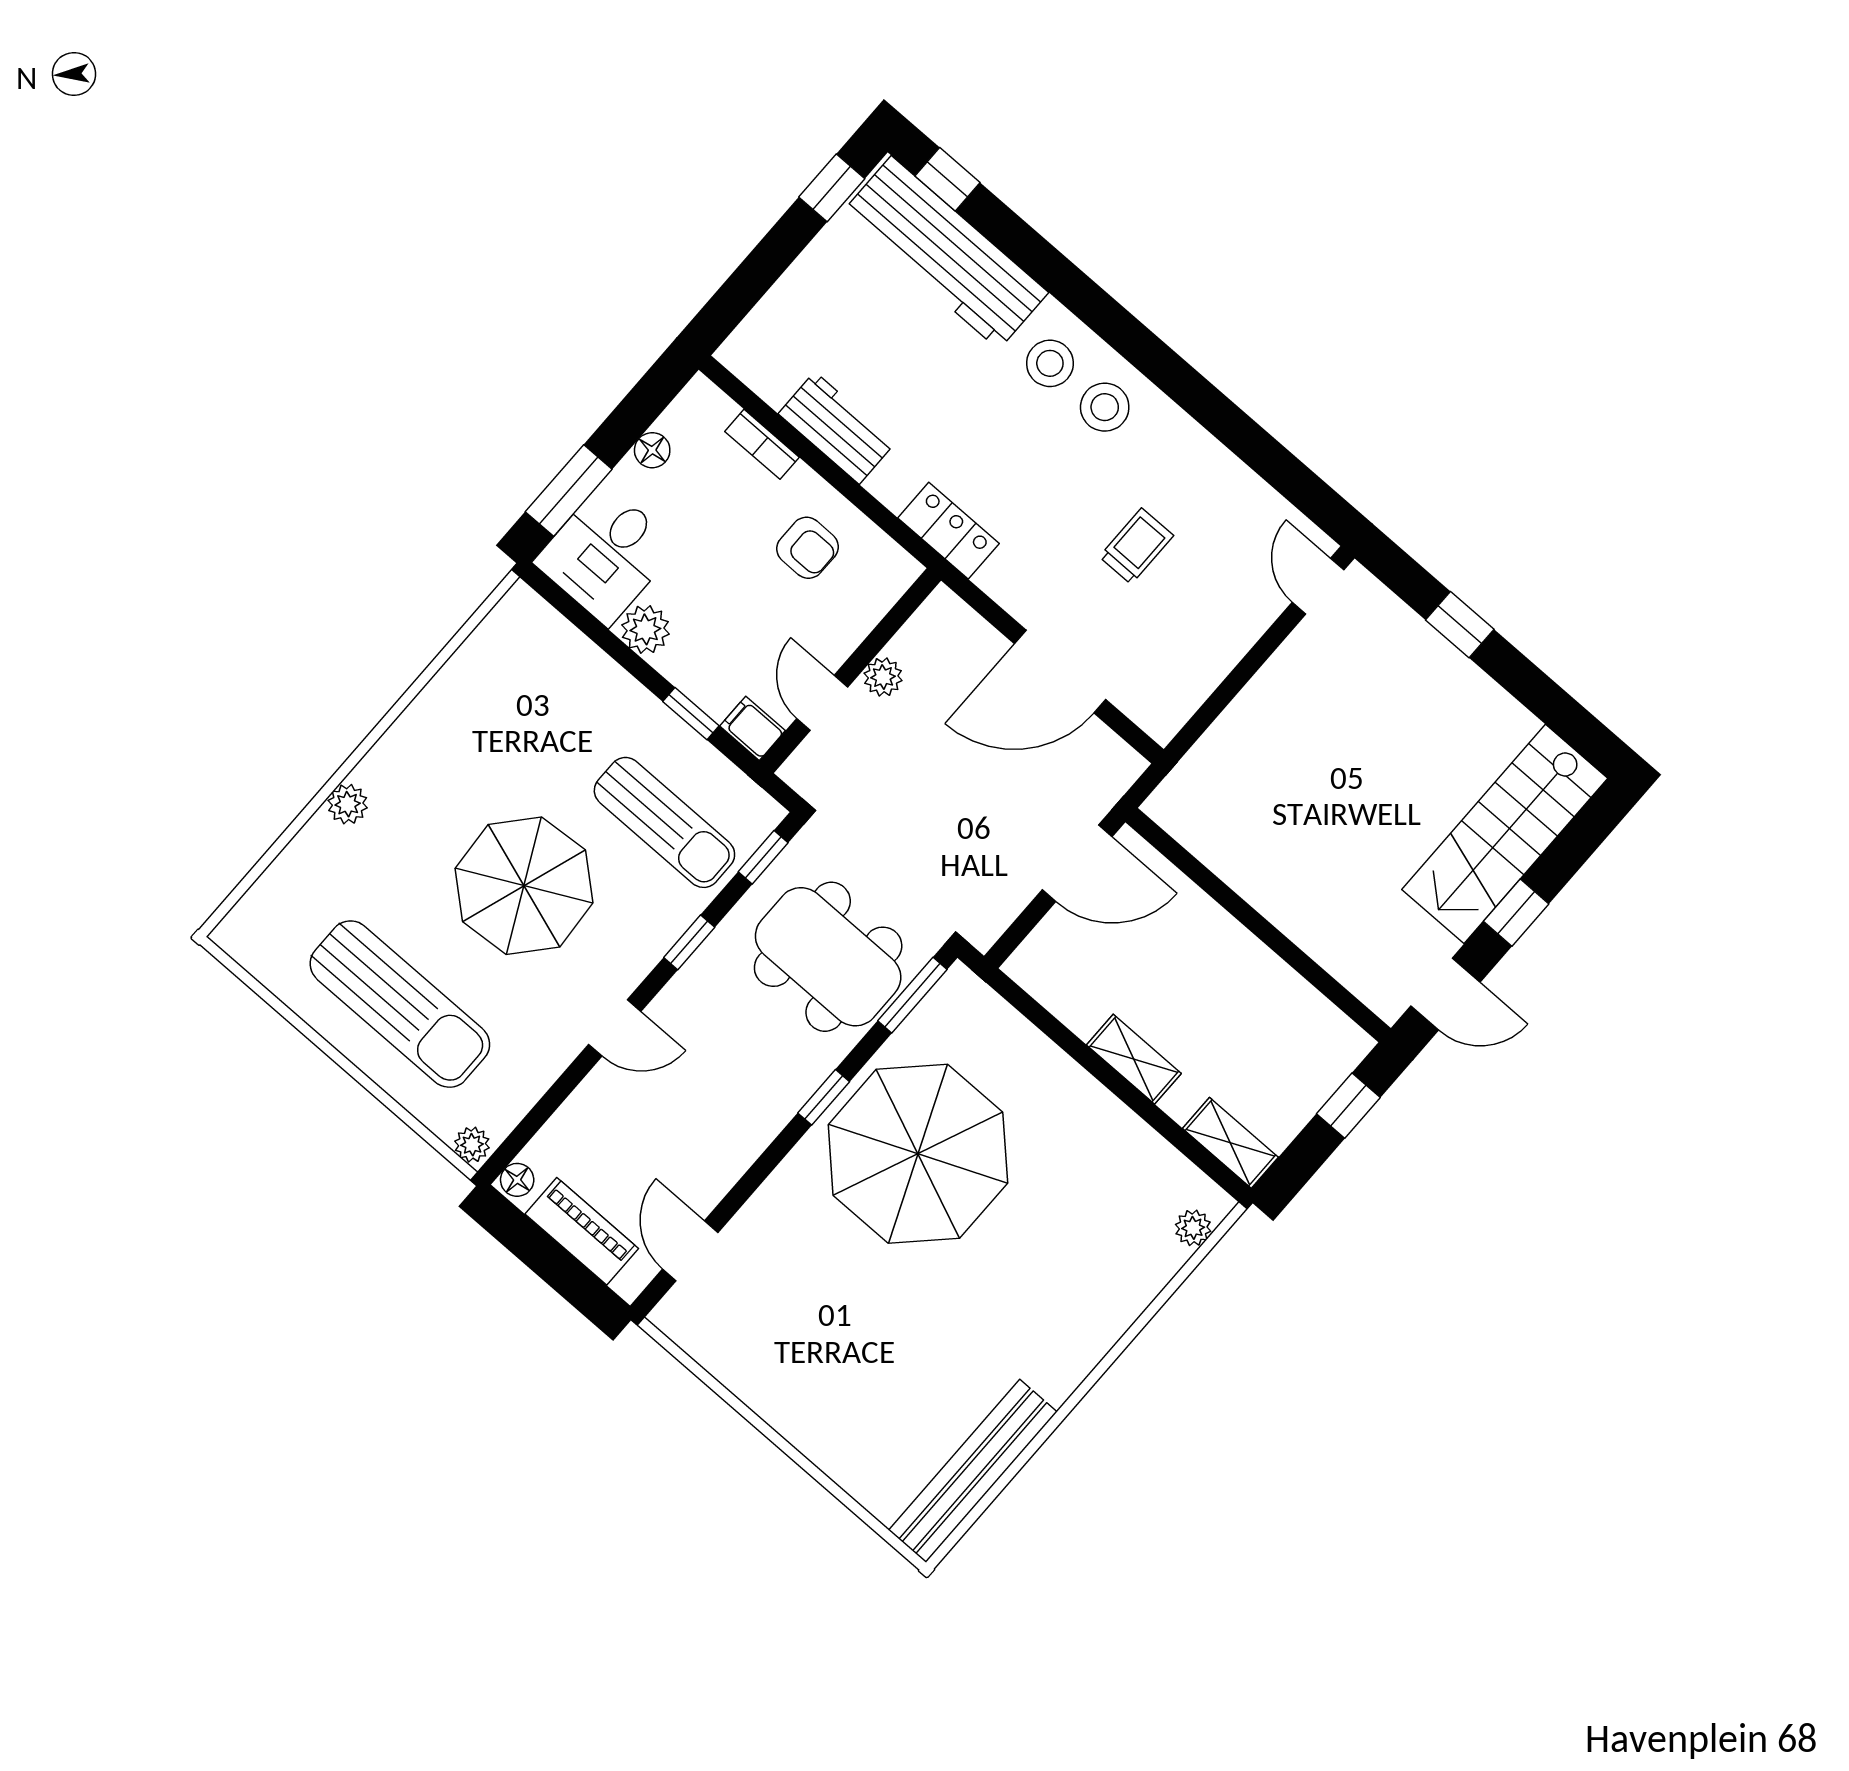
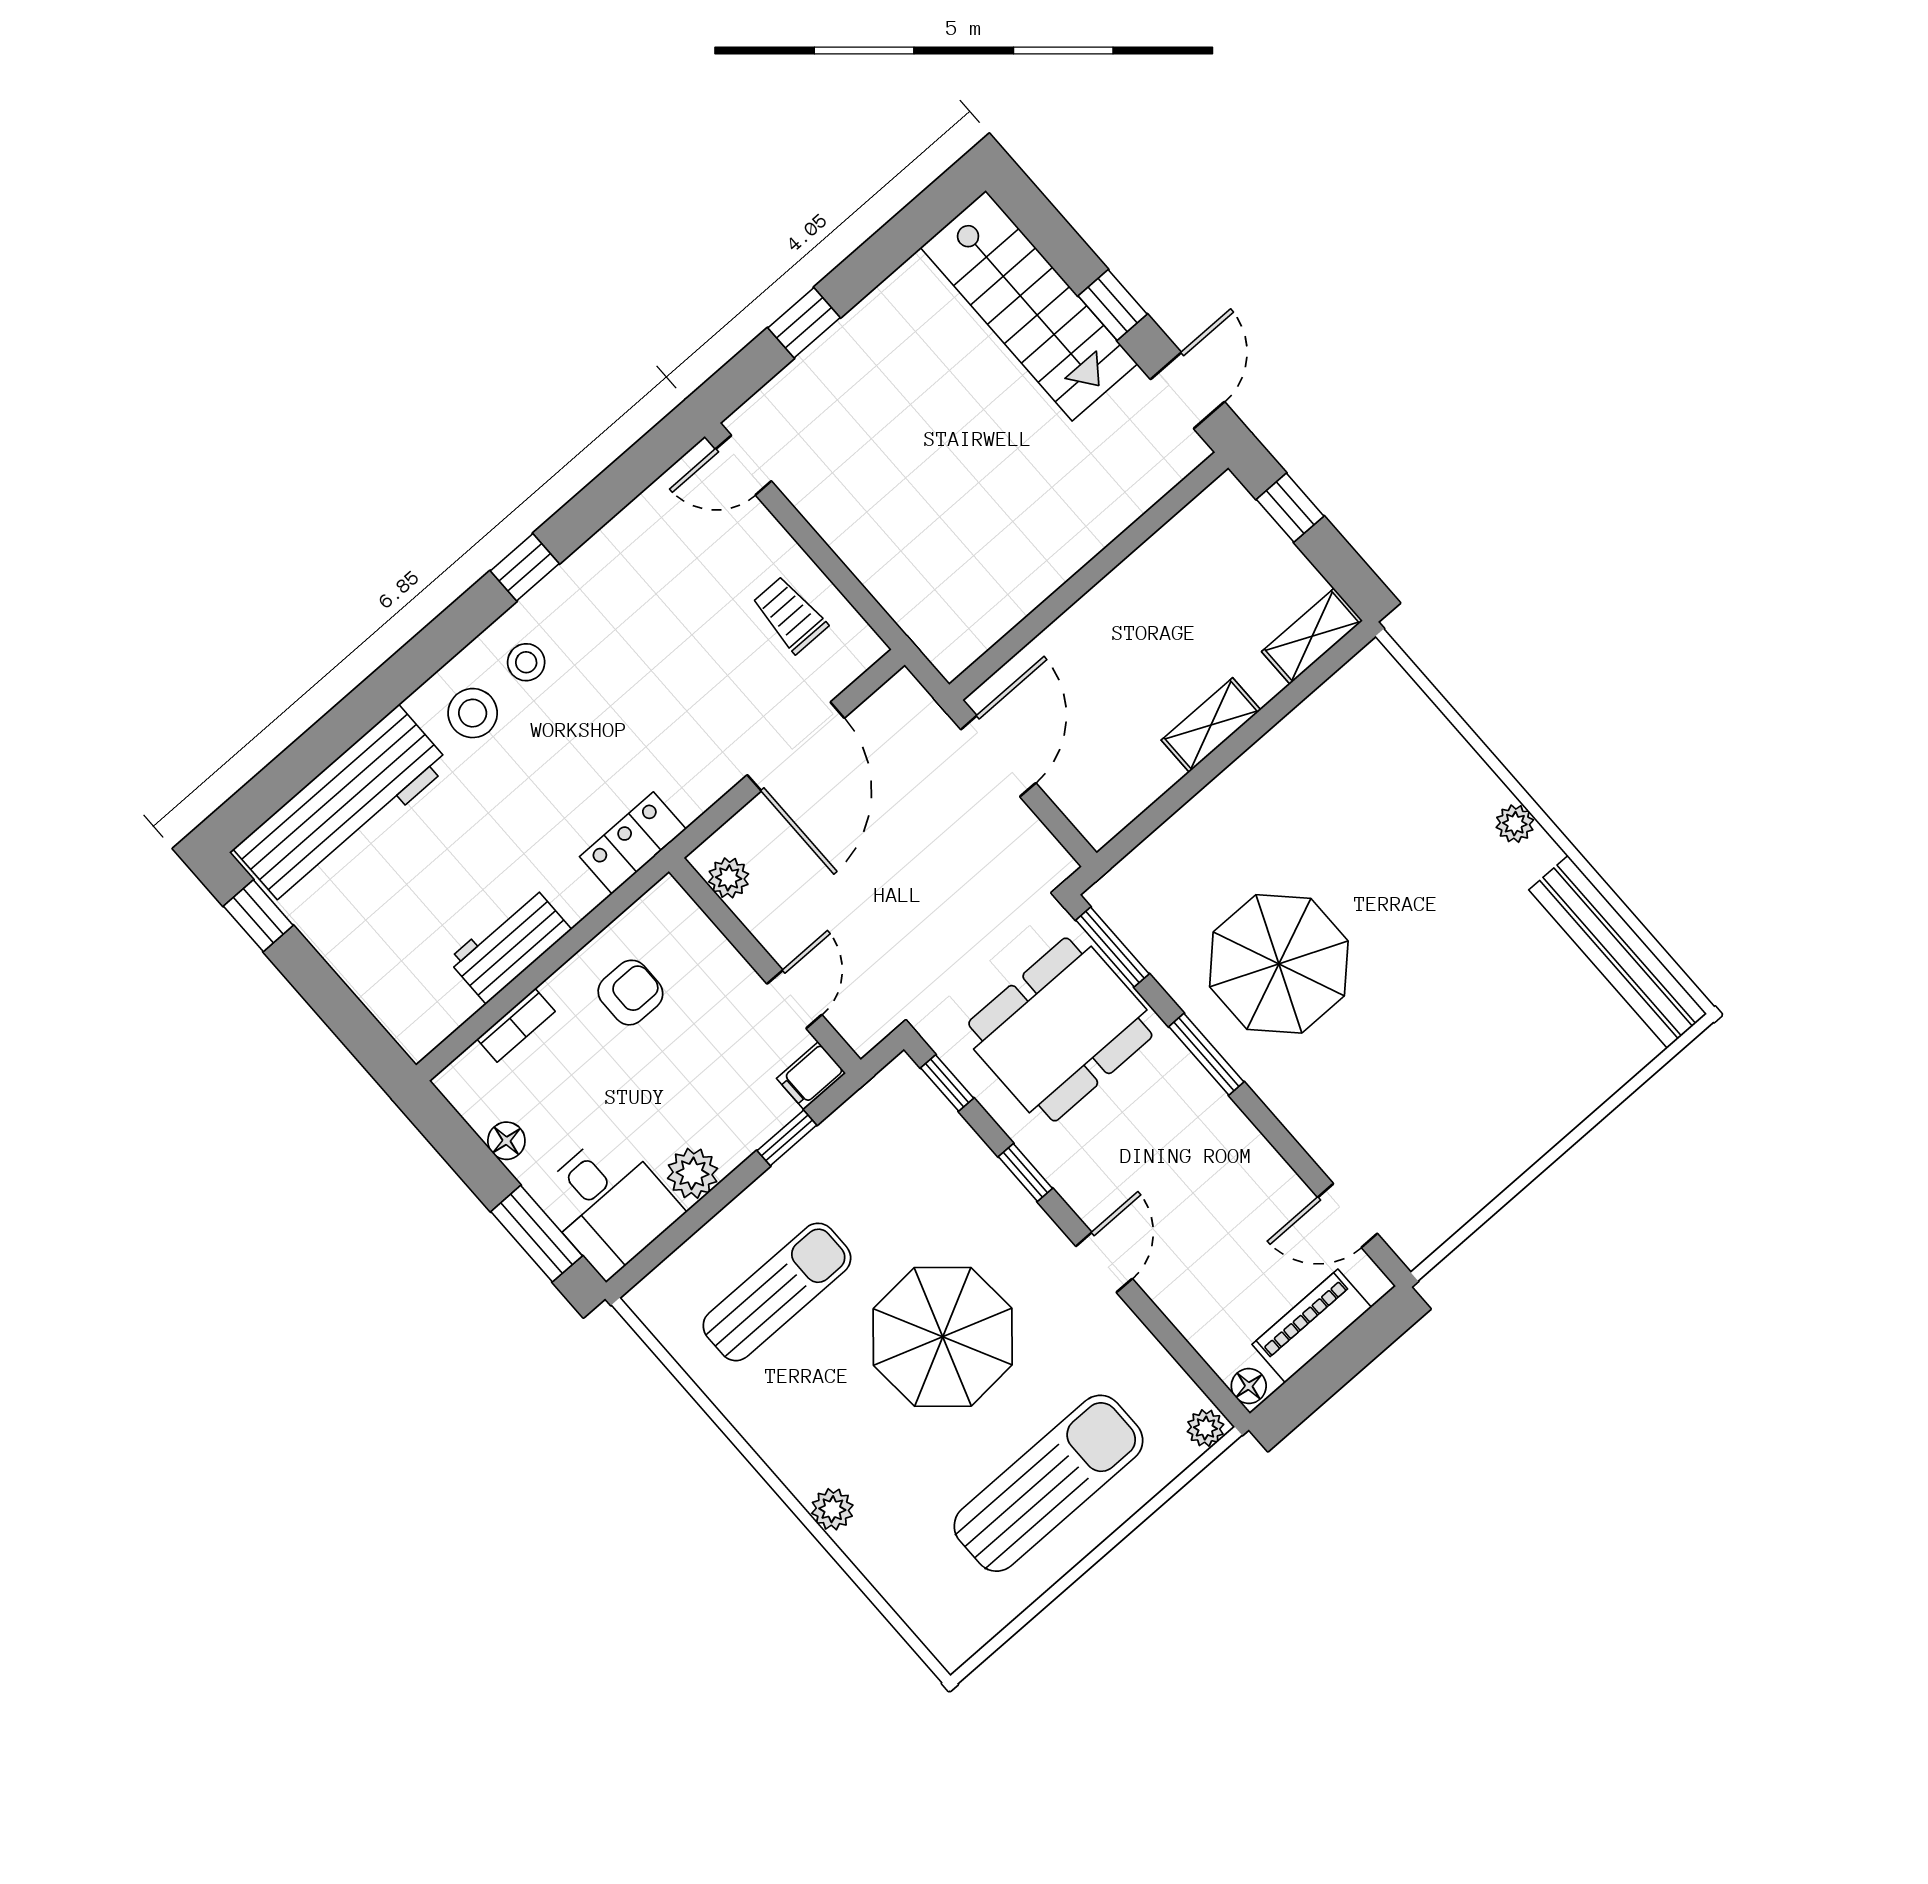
window: (947, 179) -> (525, 567), moved
stool: (1105, 407) -> (526, 662), width x0.73, depth x0.73
trolley: (1136, 546) -> (790, 615), moved
plant: (883, 677) -> (729, 878), moved
door: (822, 703) -> (794, 999), swing flipped
sun lounger: (664, 822) -> (777, 1292), moved
window: (824, 1097) -> (1206, 1054), width x1.50
parasol: (918, 1154) -> (1279, 964), width x0.73, depth x0.73
plant: (1193, 1228) -> (1515, 824), moved

